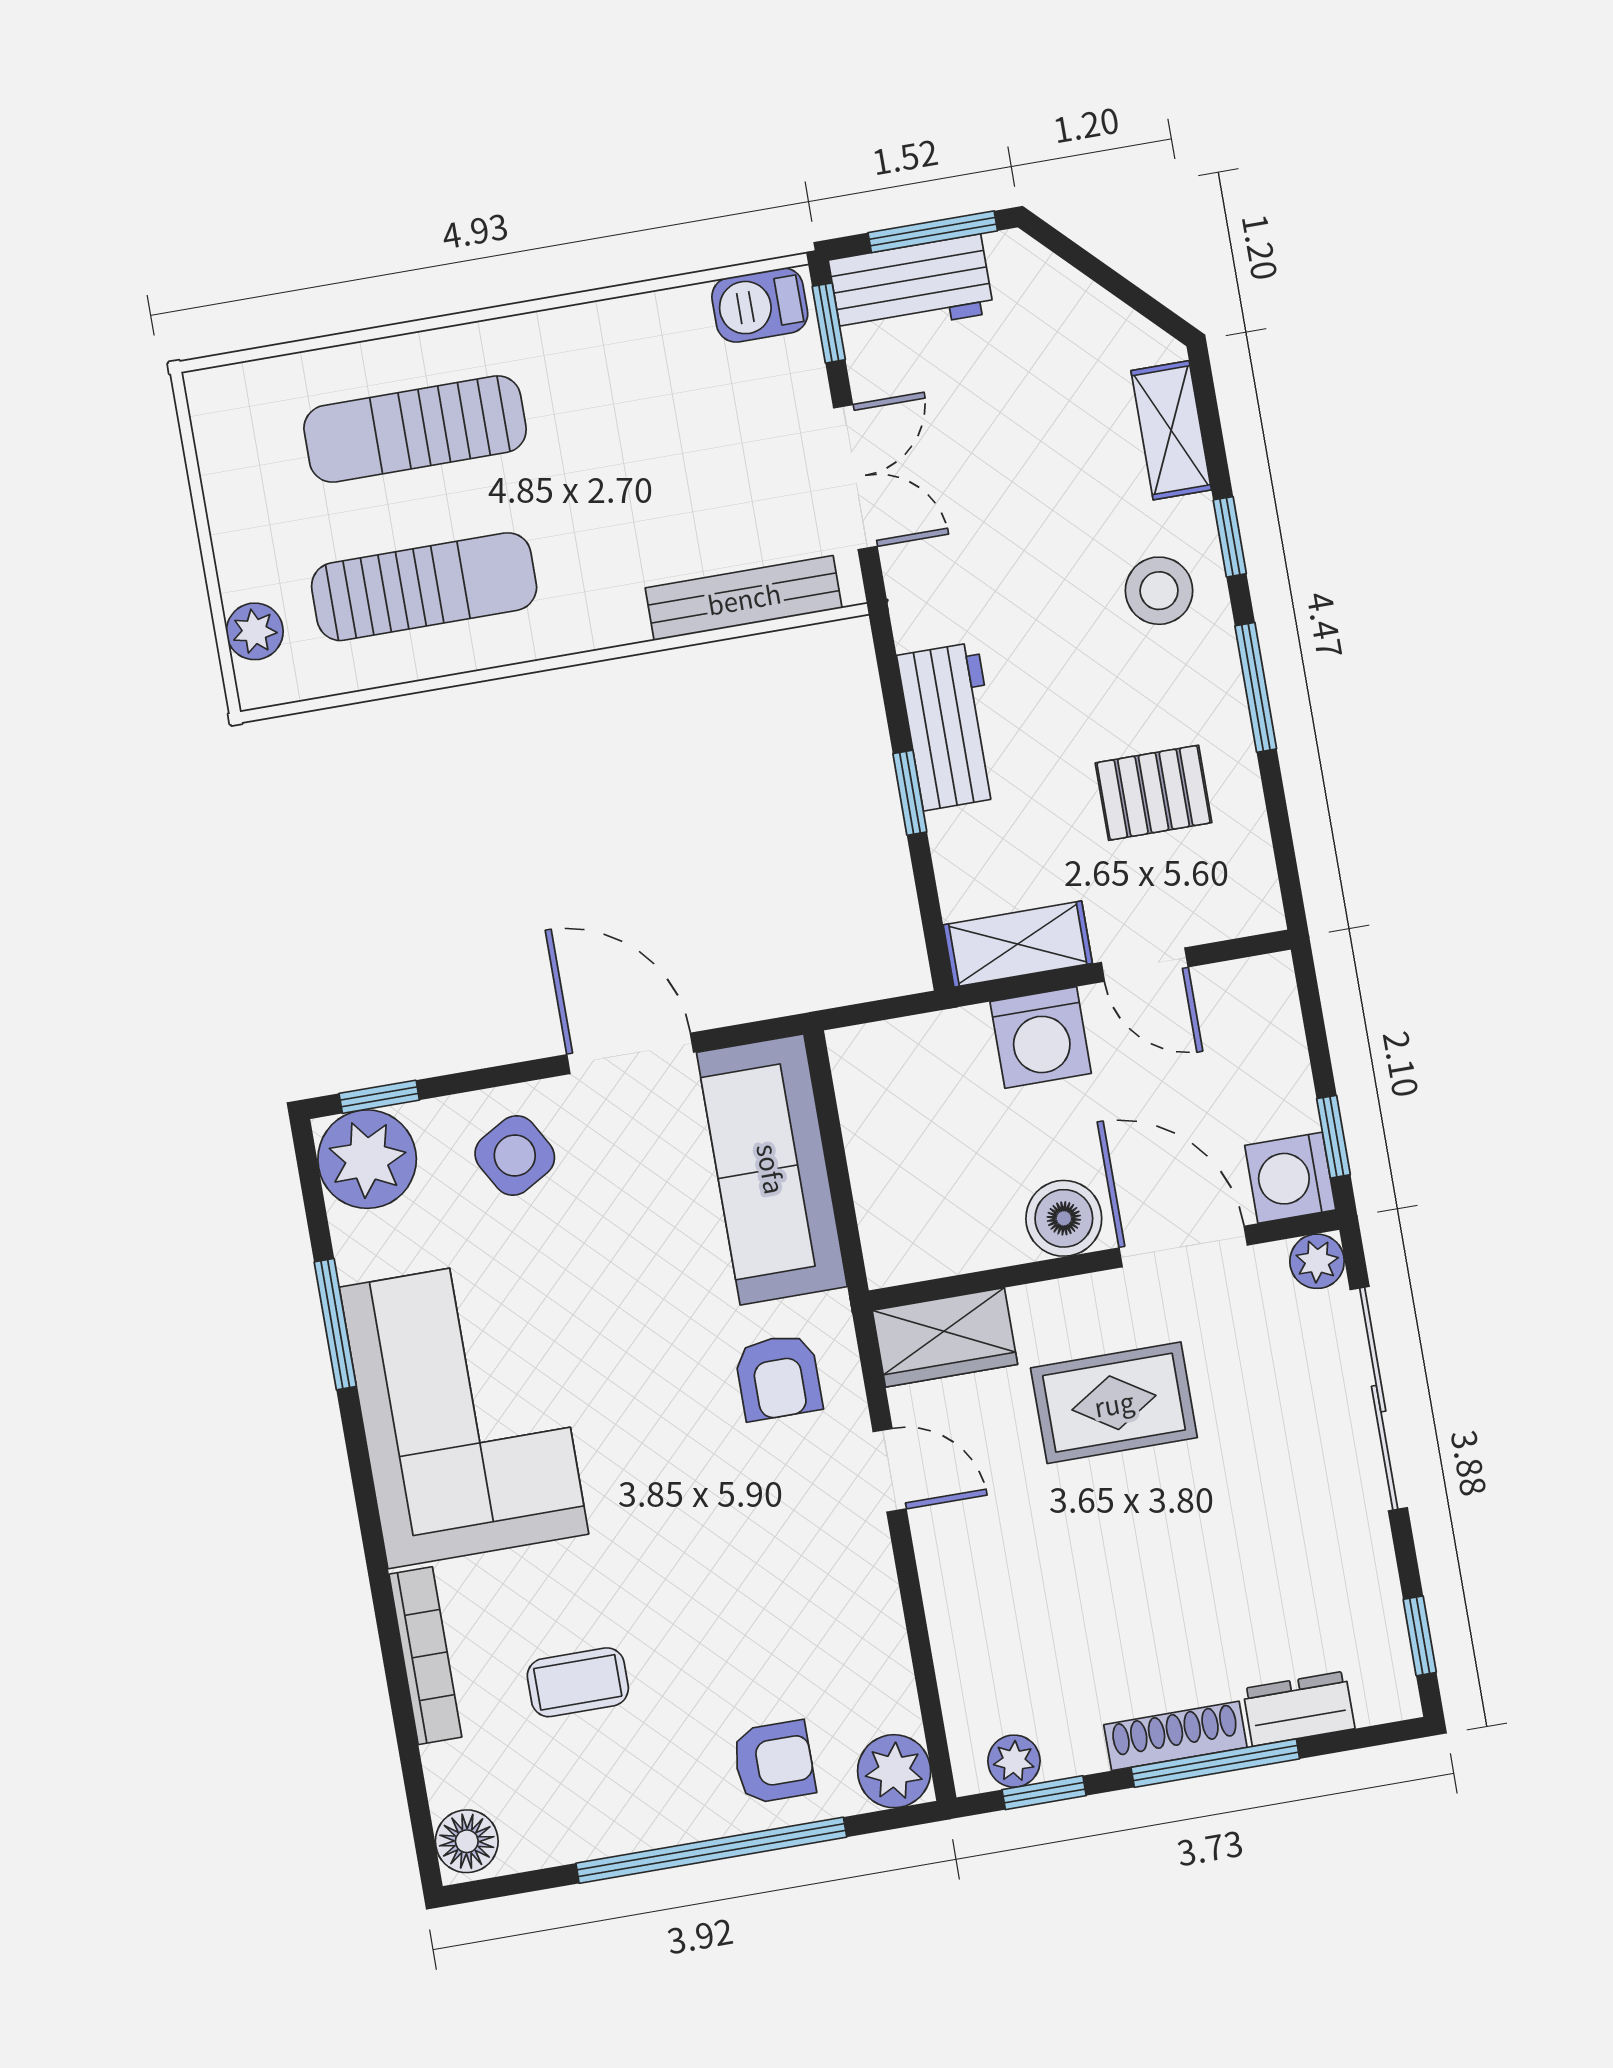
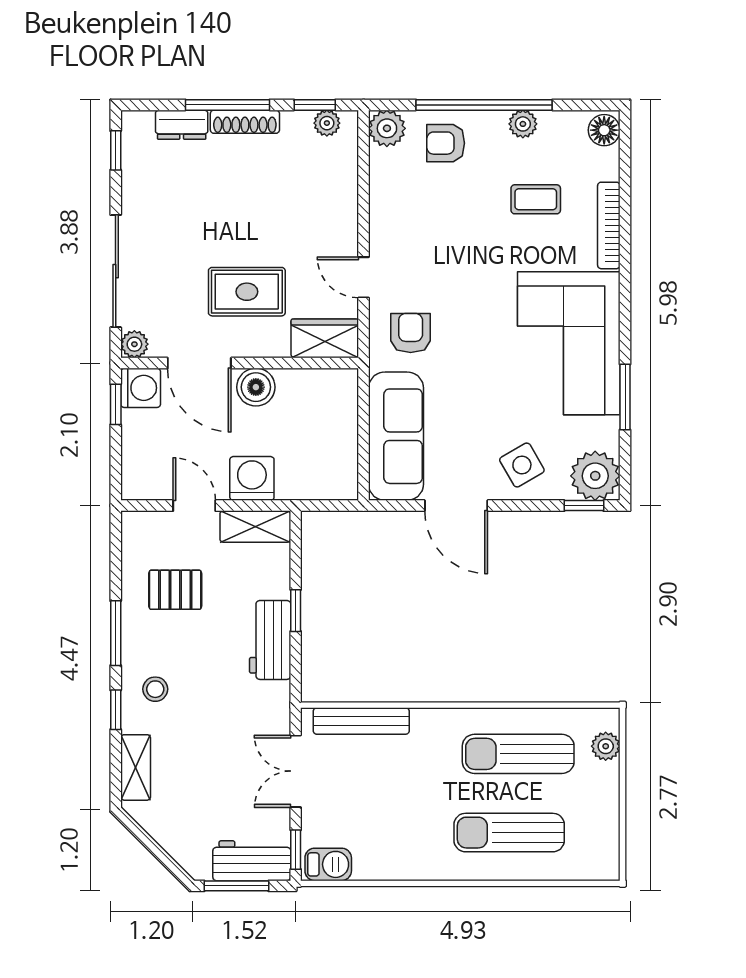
sun lounger: (415, 429) -> (509, 833), turned 180
stool: (1159, 591) -> (155, 689), width x0.73, depth x0.73
plant: (629, 1826) -> (523, 124), added

